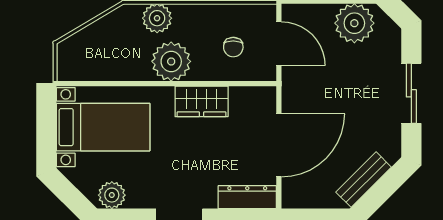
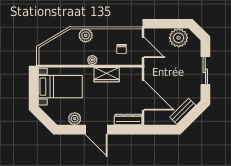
plant: (171, 61) -> (92, 60), width x0.53, depth x0.53
door: (279, 145) -> (143, 95), hinge flipped
plant: (112, 195) -> (75, 119), moved

